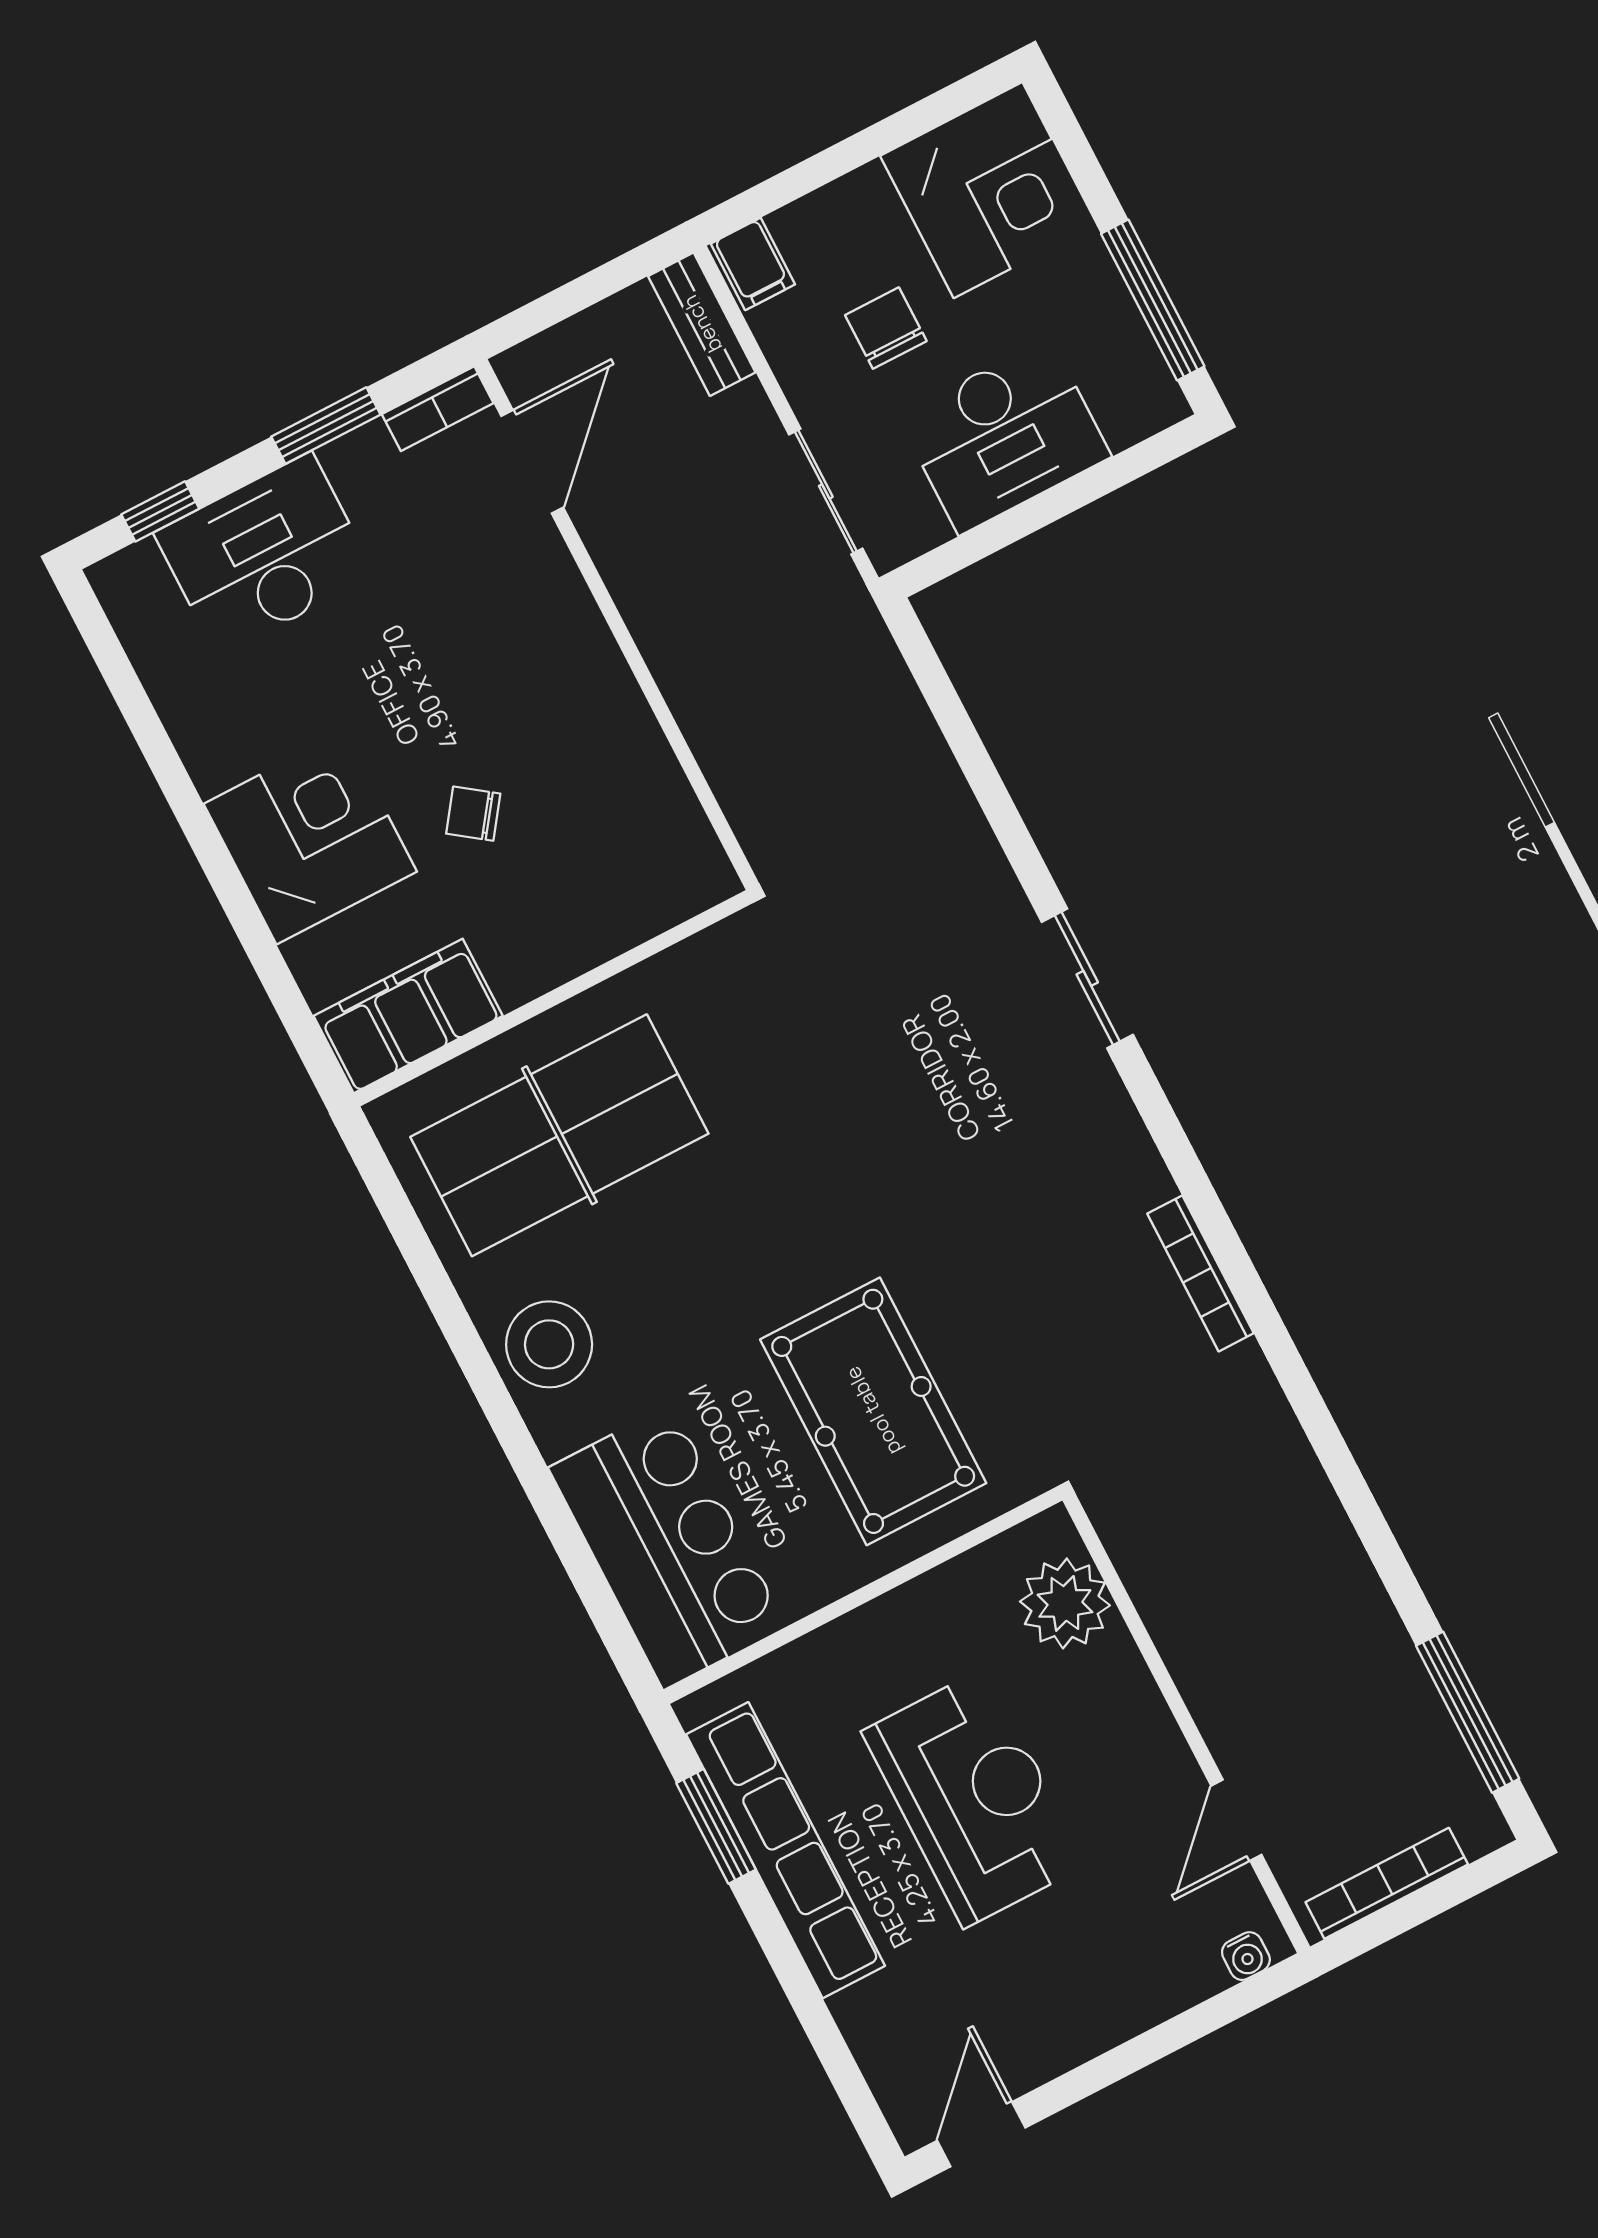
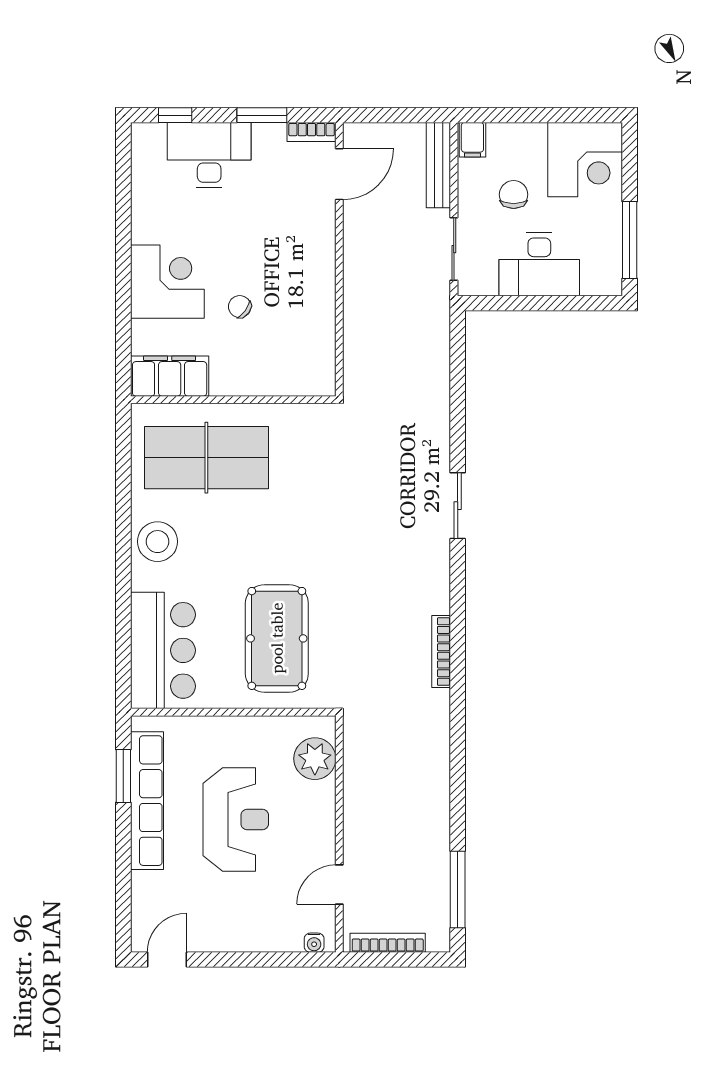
bench: (702, 324) -> (438, 165), width x1.36

